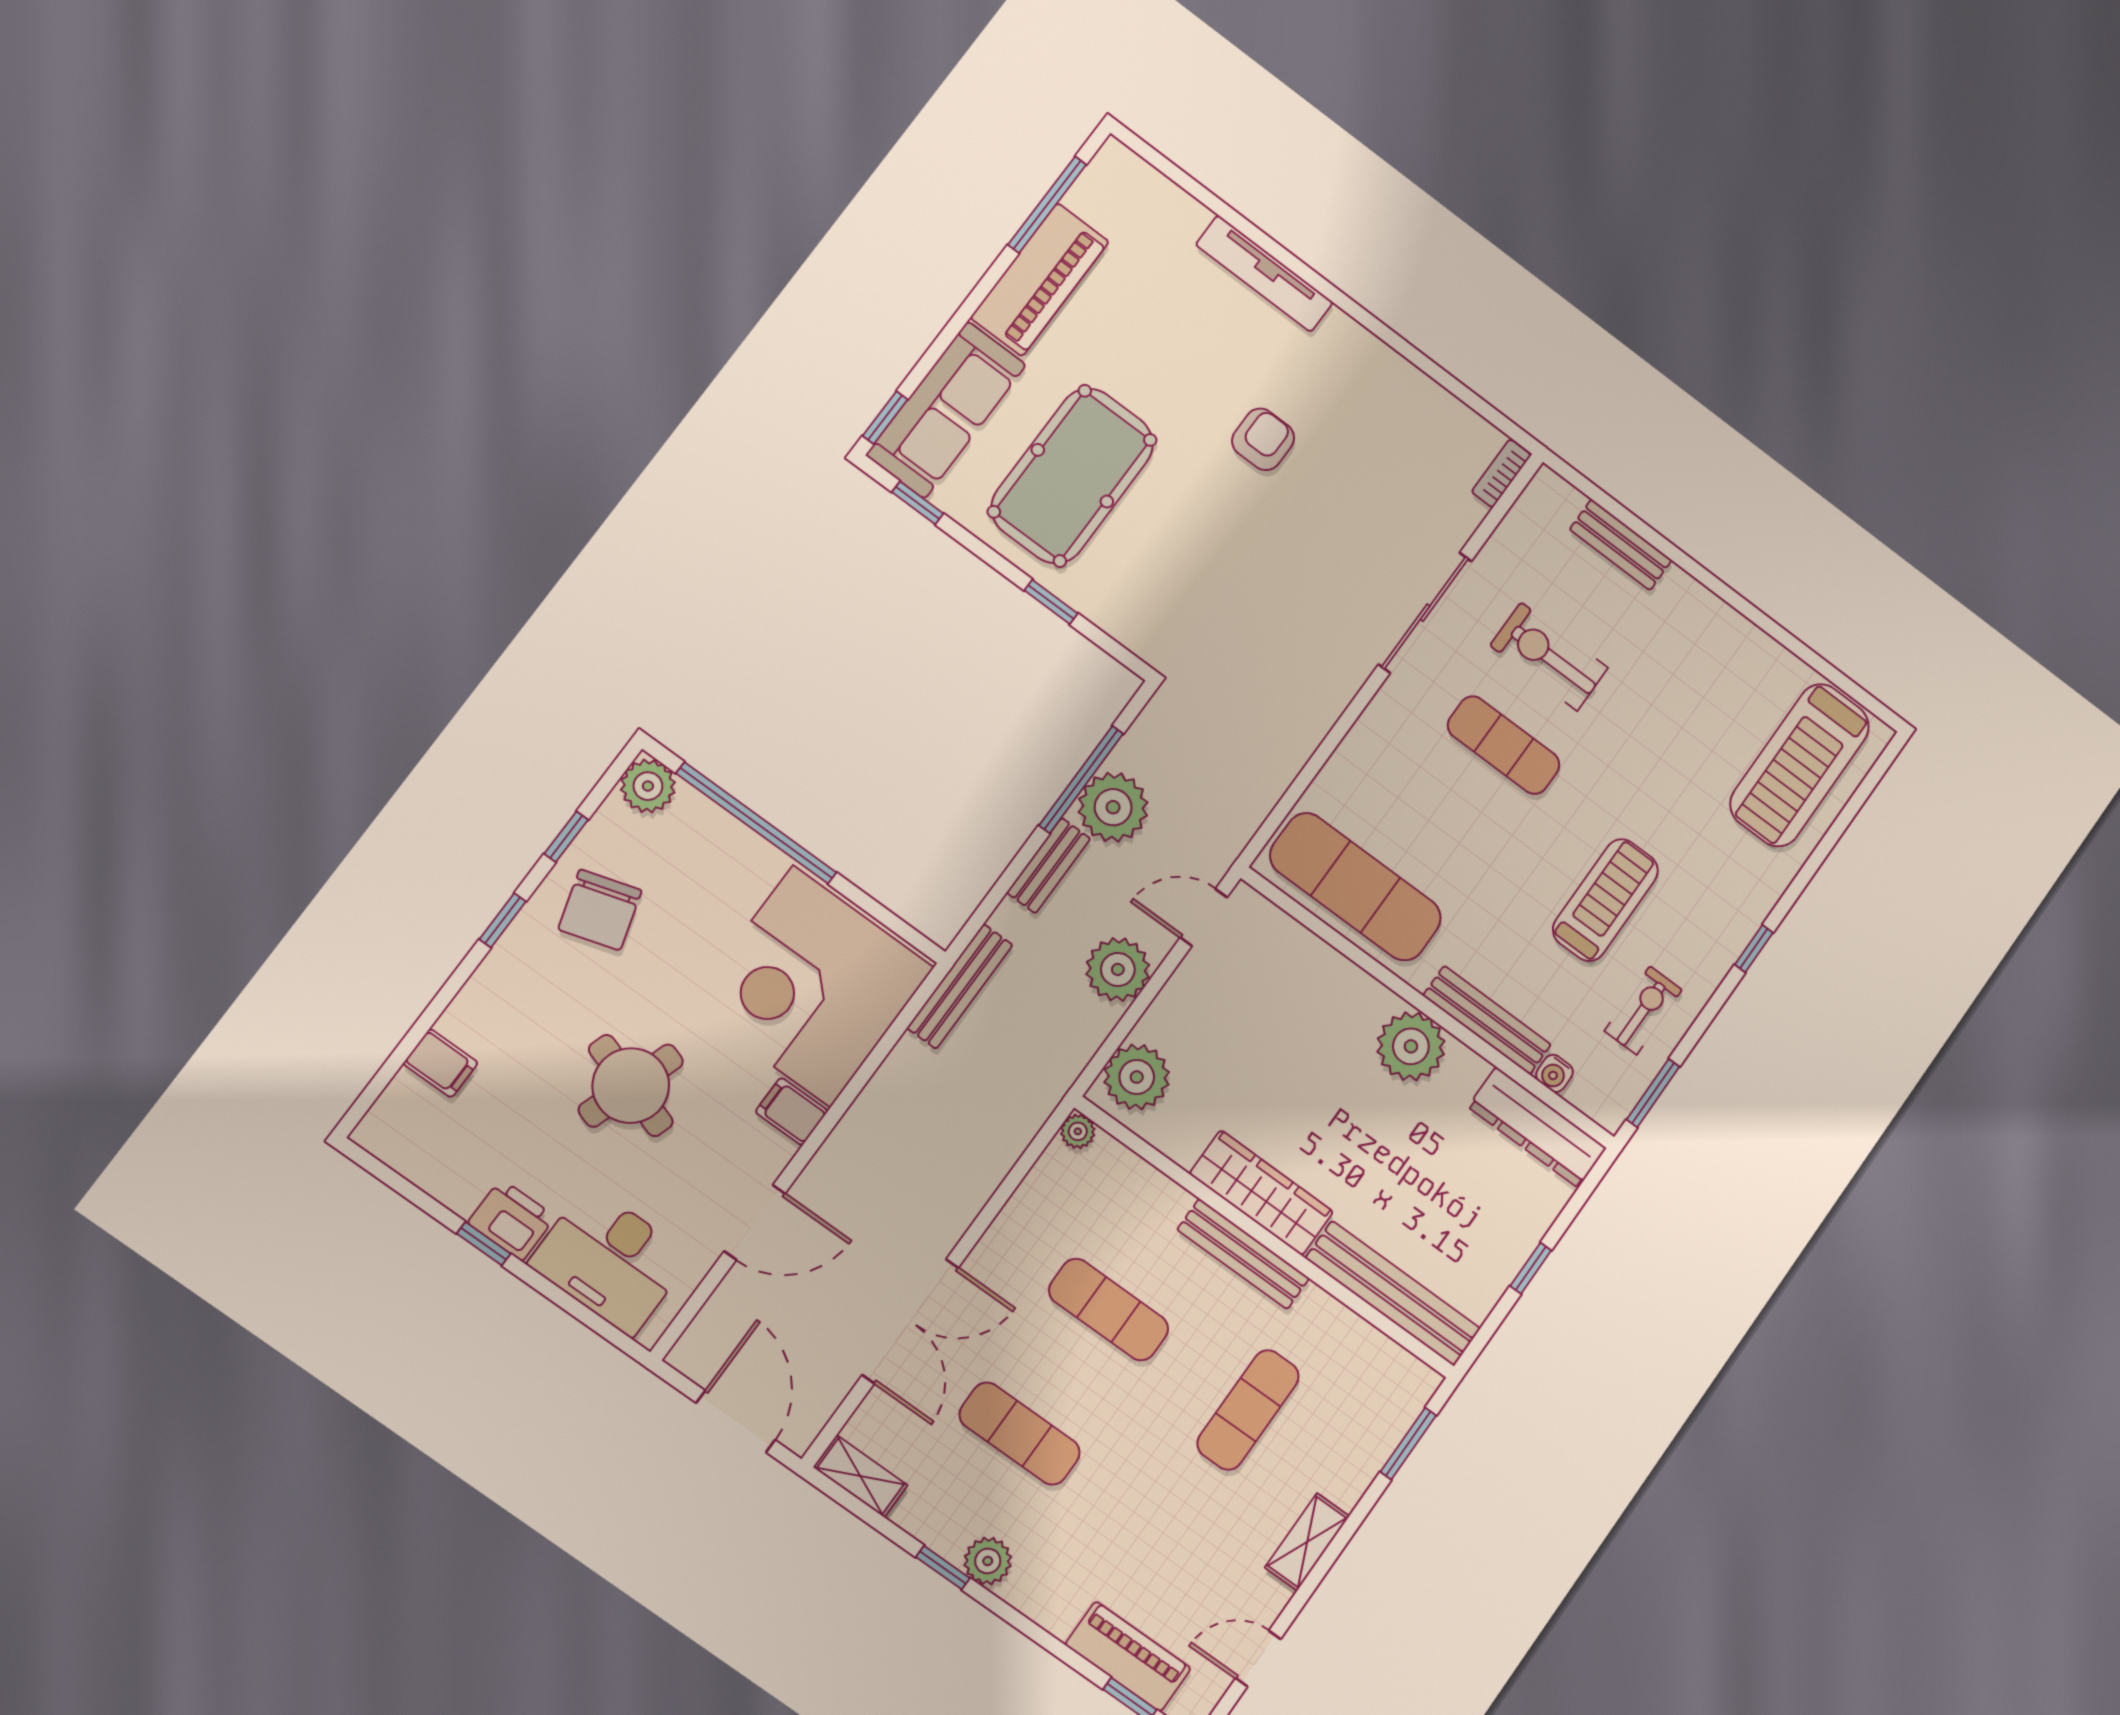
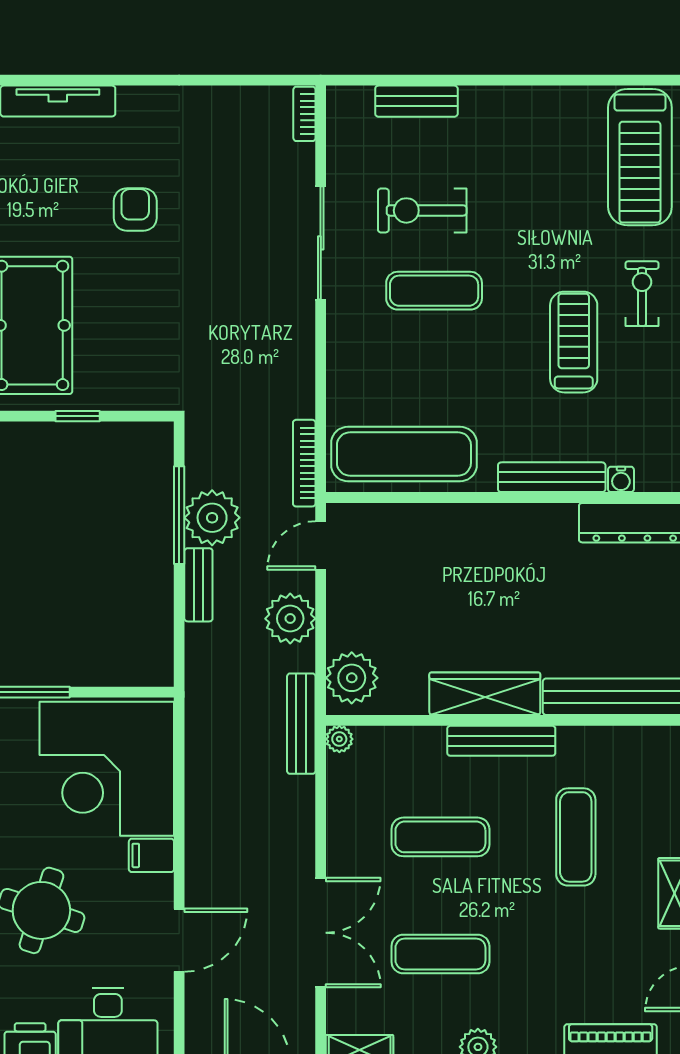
bookcase: (1248, 821) -> (304, 463), added
bench: (960, 986) -> (301, 724), moved
exercise bike: (1643, 1010) -> (642, 294), moved
plant: (1411, 1046) -> (514, 530), removed

